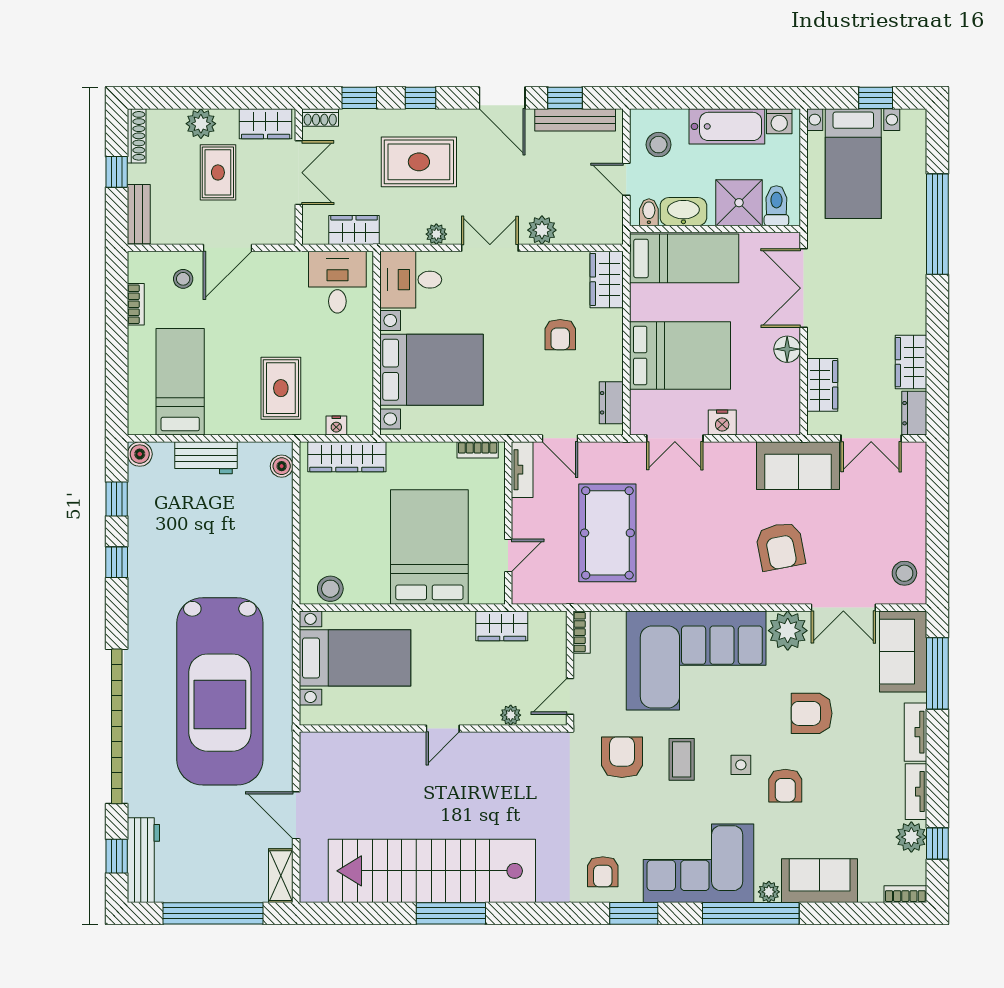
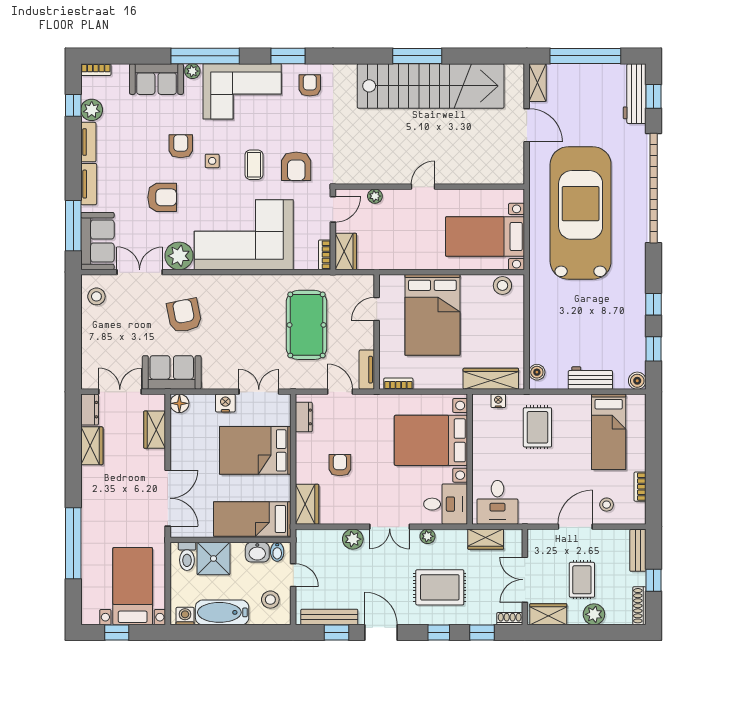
washbasin: (683, 212) -> (257, 552), width x0.72
floor lamp: (787, 349) -> (179, 403), moved
wardrobe: (502, 626) -> (346, 251), moved, turned 90

